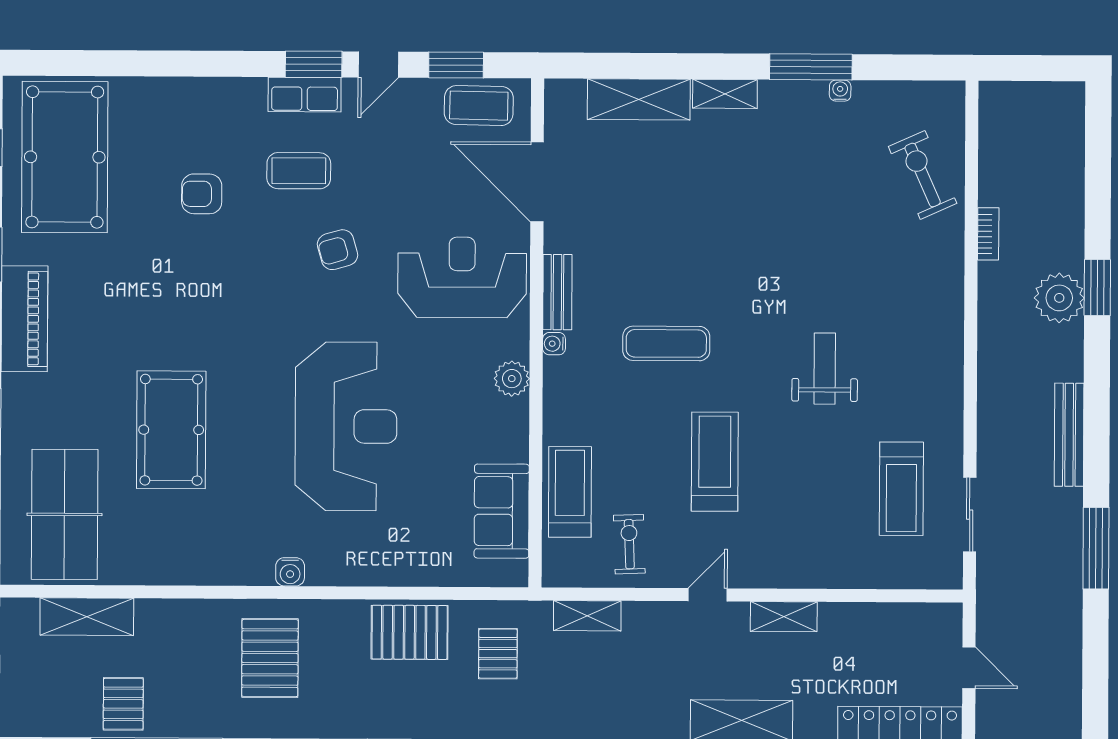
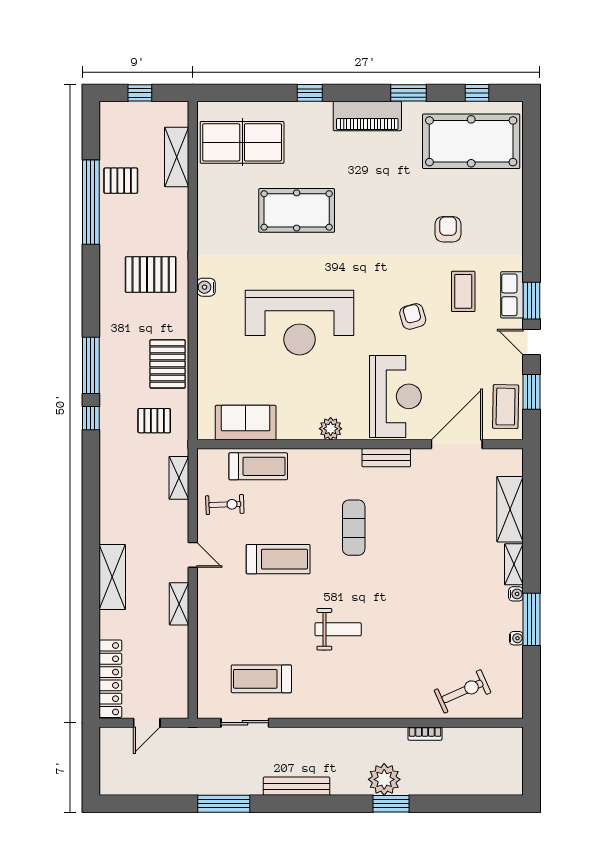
water cooler: (554, 344) -> (516, 594), moved, turned 90

